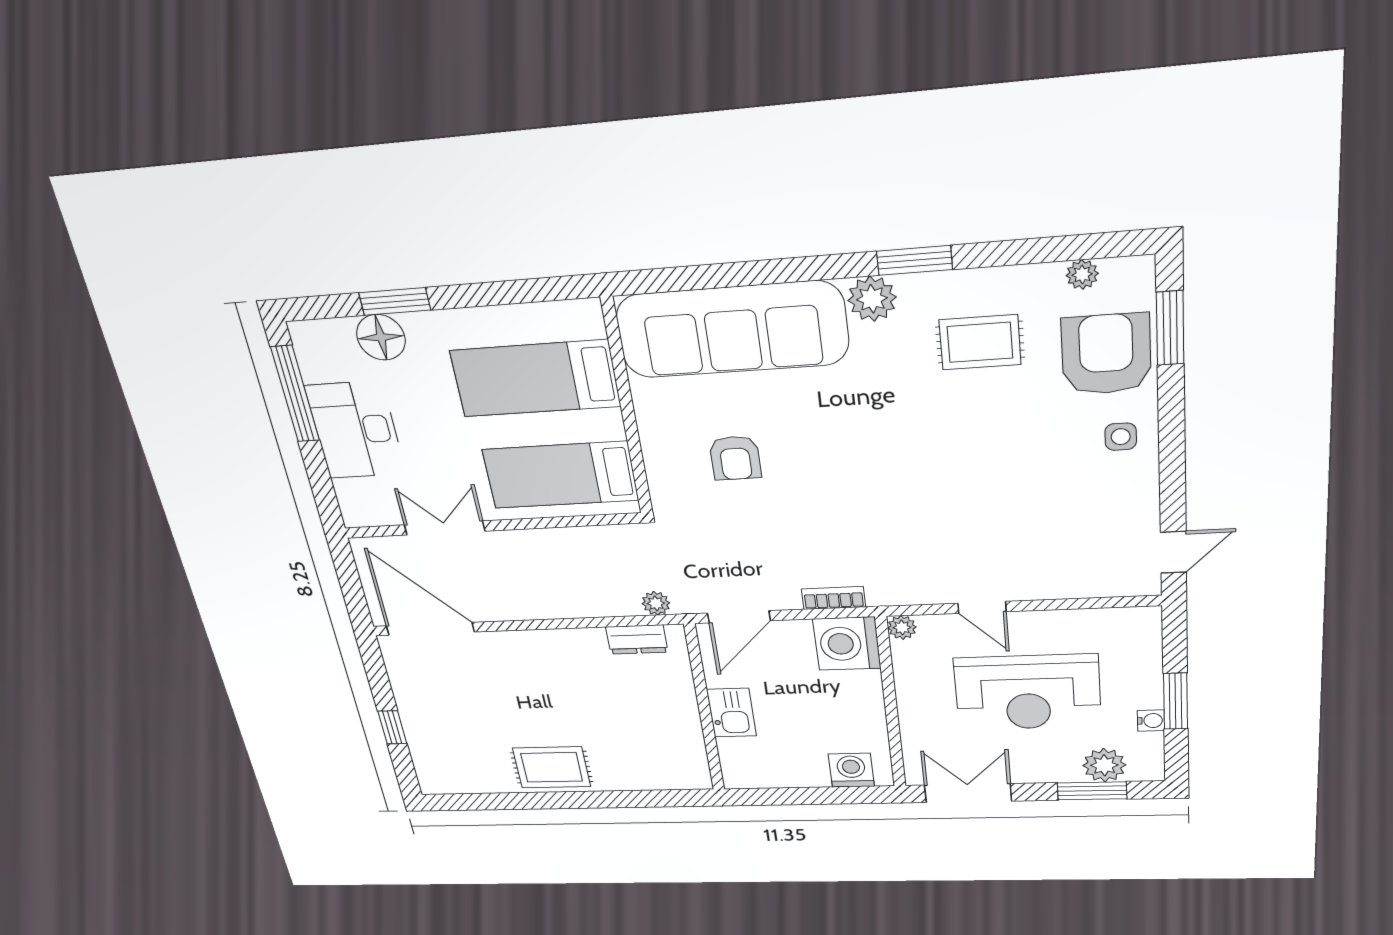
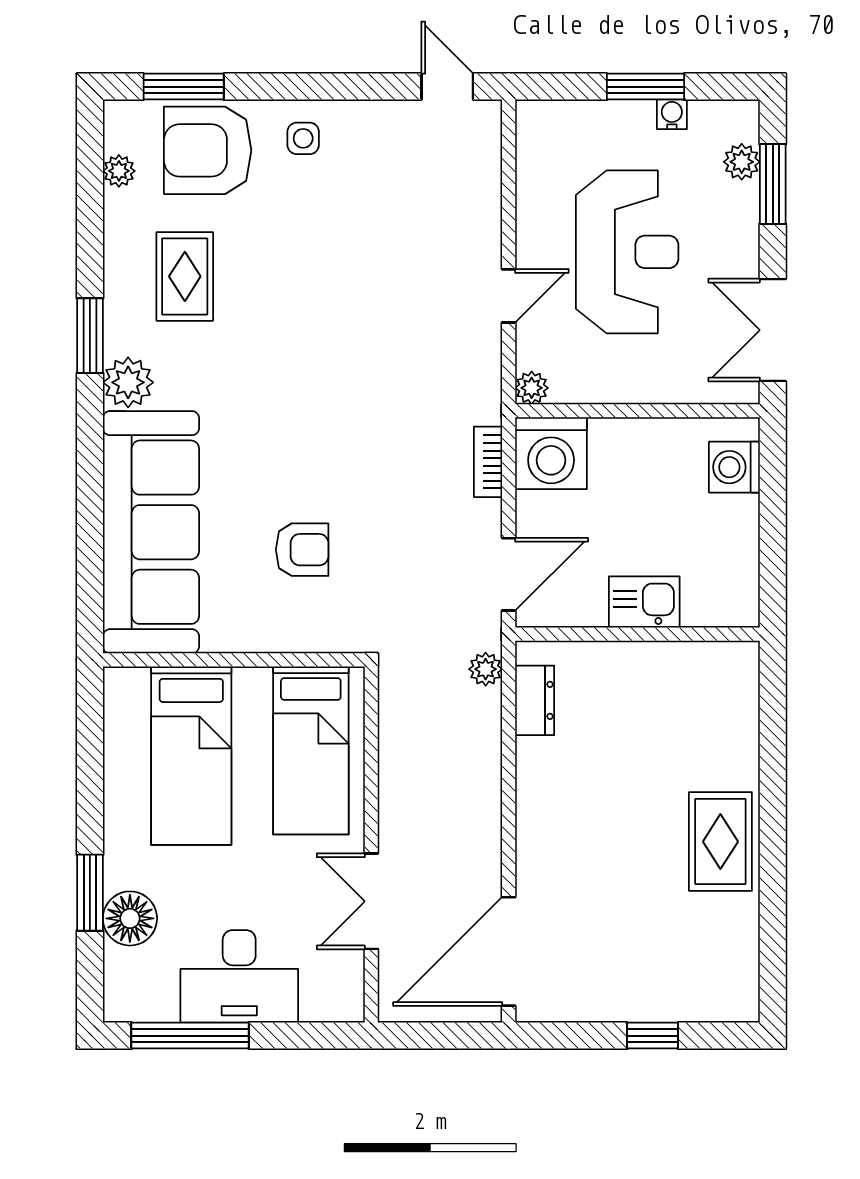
door: (739, 617) -> (509, 574), hinge flipped
plant: (1104, 765) -> (742, 162), width x0.73, depth x0.73

